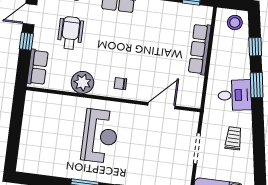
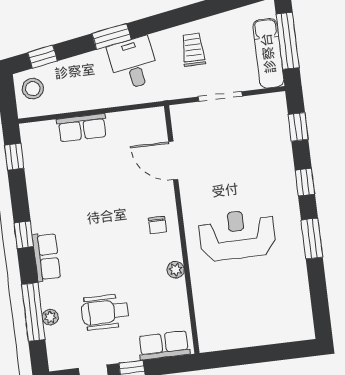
window: (255, 47) -> (42, 57), moved
row of seats: (200, 49) -> (82, 128), width x0.68
plant: (82, 82) -> (176, 270), width x0.53, depth x0.53
trolley: (233, 138) -> (193, 50), turned 90

